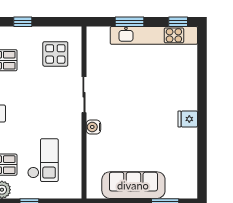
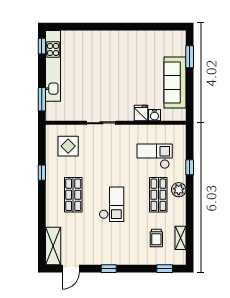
window: (130, 22) -> (42, 99), moved
fridge: (188, 119) -> (141, 113), moved, turned 180
water cooler: (93, 127) -> (154, 115), moved

